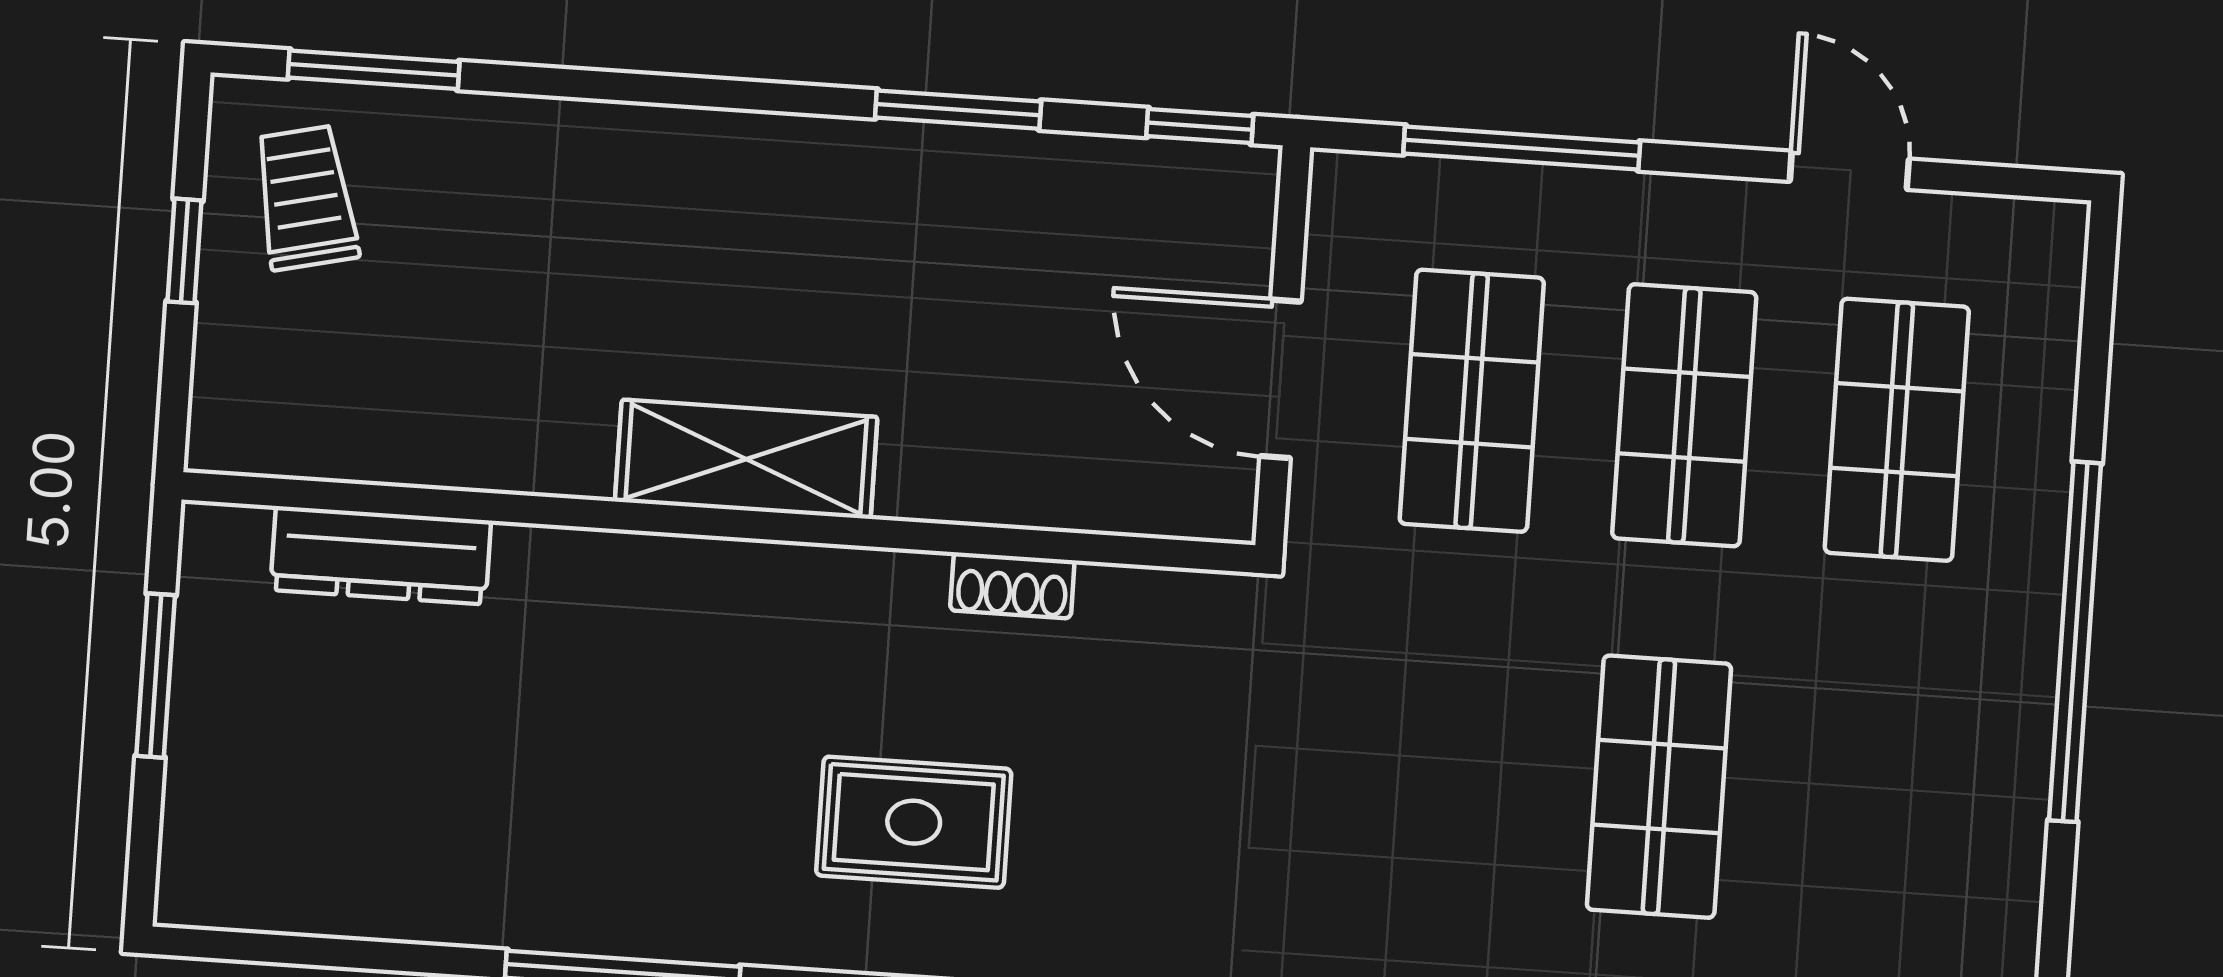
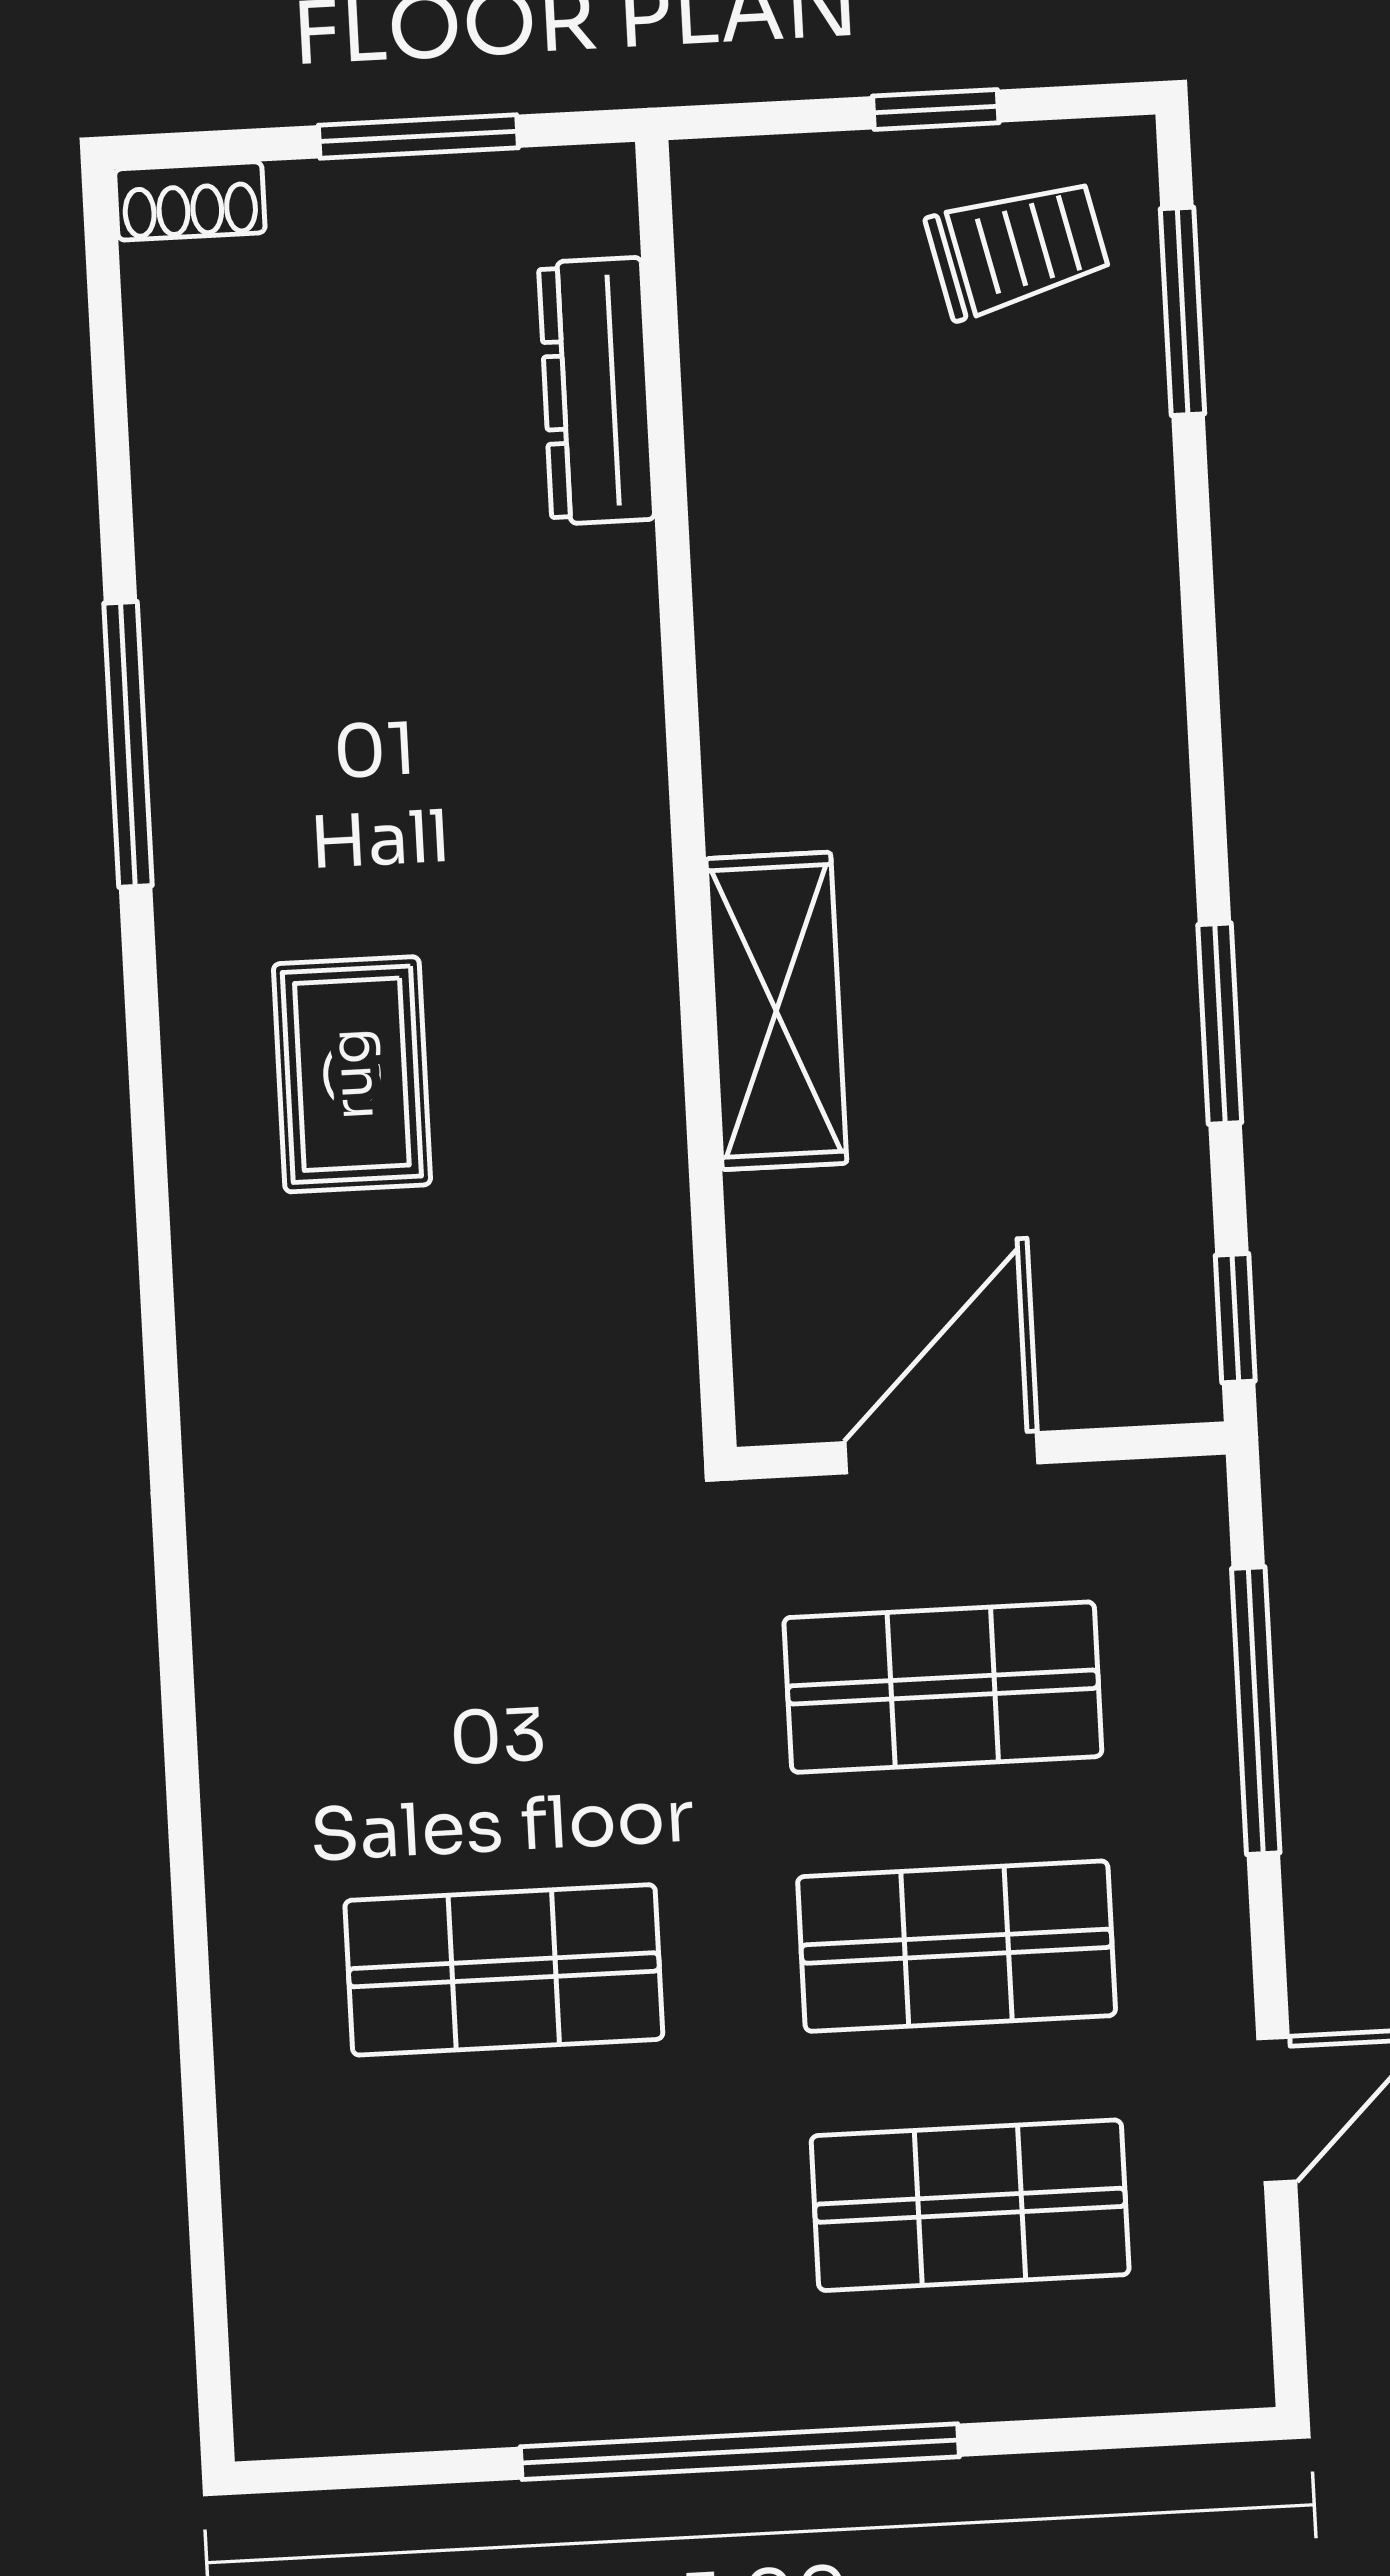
shelving: (746, 459) -> (776, 1011), moved
shoe rack: (1012, 585) -> (190, 201), moved, turned -90

